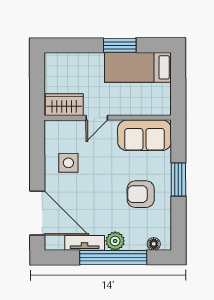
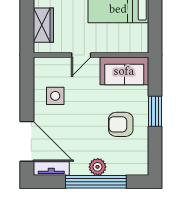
wardrobe: (64, 105) -> (43, 25), moved, turned 90
tv unit: (85, 243) -> (51, 169), moved
floor lamp: (154, 244) -> (133, 170), removed

